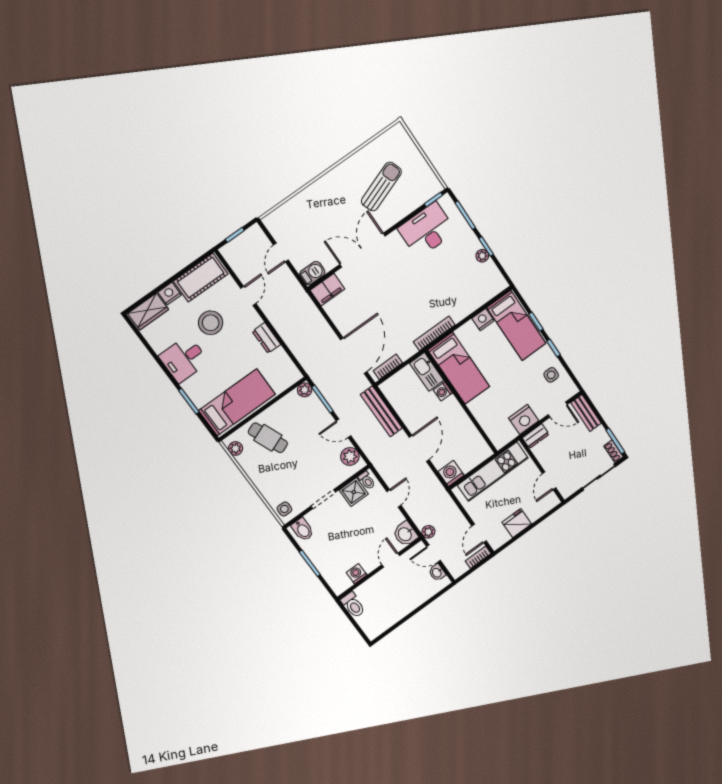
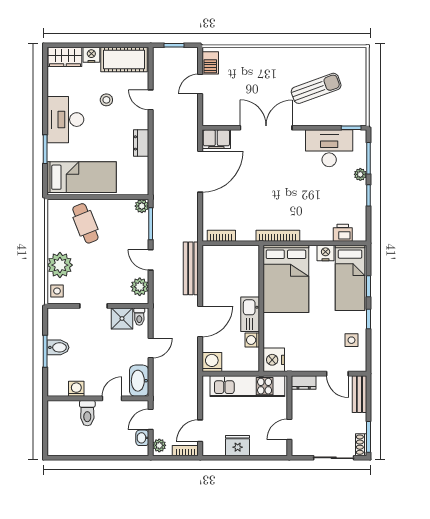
plant: (482, 256) -> (360, 174), moved
barbecue: (312, 273) -> (210, 63), moved, turned 90
printer: (486, 293) -> (343, 233), added
door: (248, 296) -> (151, 100), swing flipped
stool: (211, 323) -> (106, 100), width x0.53, depth x0.53
door: (354, 356) -> (200, 172), moved
desk: (184, 359) -> (65, 120), width x1.37
bed: (459, 368) -> (286, 279), width x1.50
kitchen sink: (427, 372) -> (250, 314), moved
washing machine: (443, 391) -> (252, 340), moved
nightstand: (524, 419) -> (274, 360), moved, turned 90
plant: (235, 449) -> (60, 265), moved, width x1.87, depth x1.87
bidet: (303, 530) -> (58, 347), moved, turned -90
plant: (428, 532) -> (159, 445), moved
washbasin: (405, 534) -> (139, 381), width x1.38
door: (433, 554) -> (151, 419), hinge flipped
toilet: (353, 605) -> (87, 413), moved

